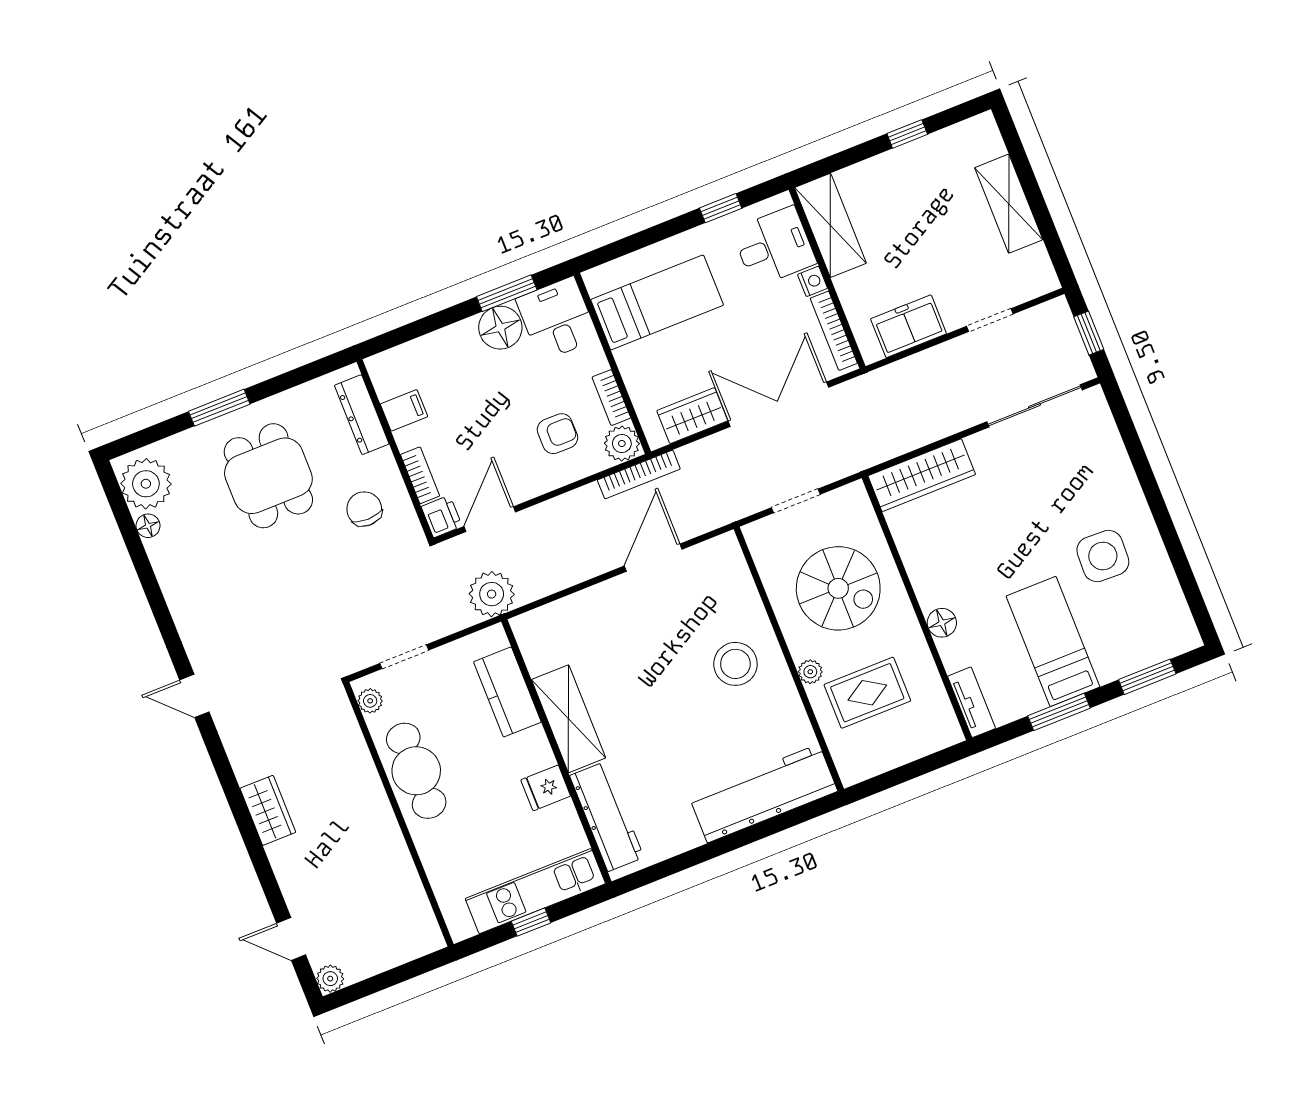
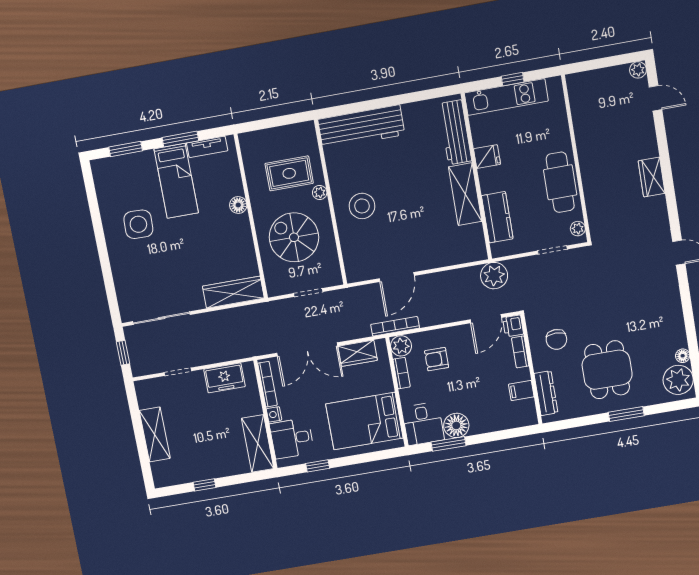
bed: (657, 302) -> (364, 421), width x1.50
tv unit: (972, 702) -> (207, 147), moved, turned -90

